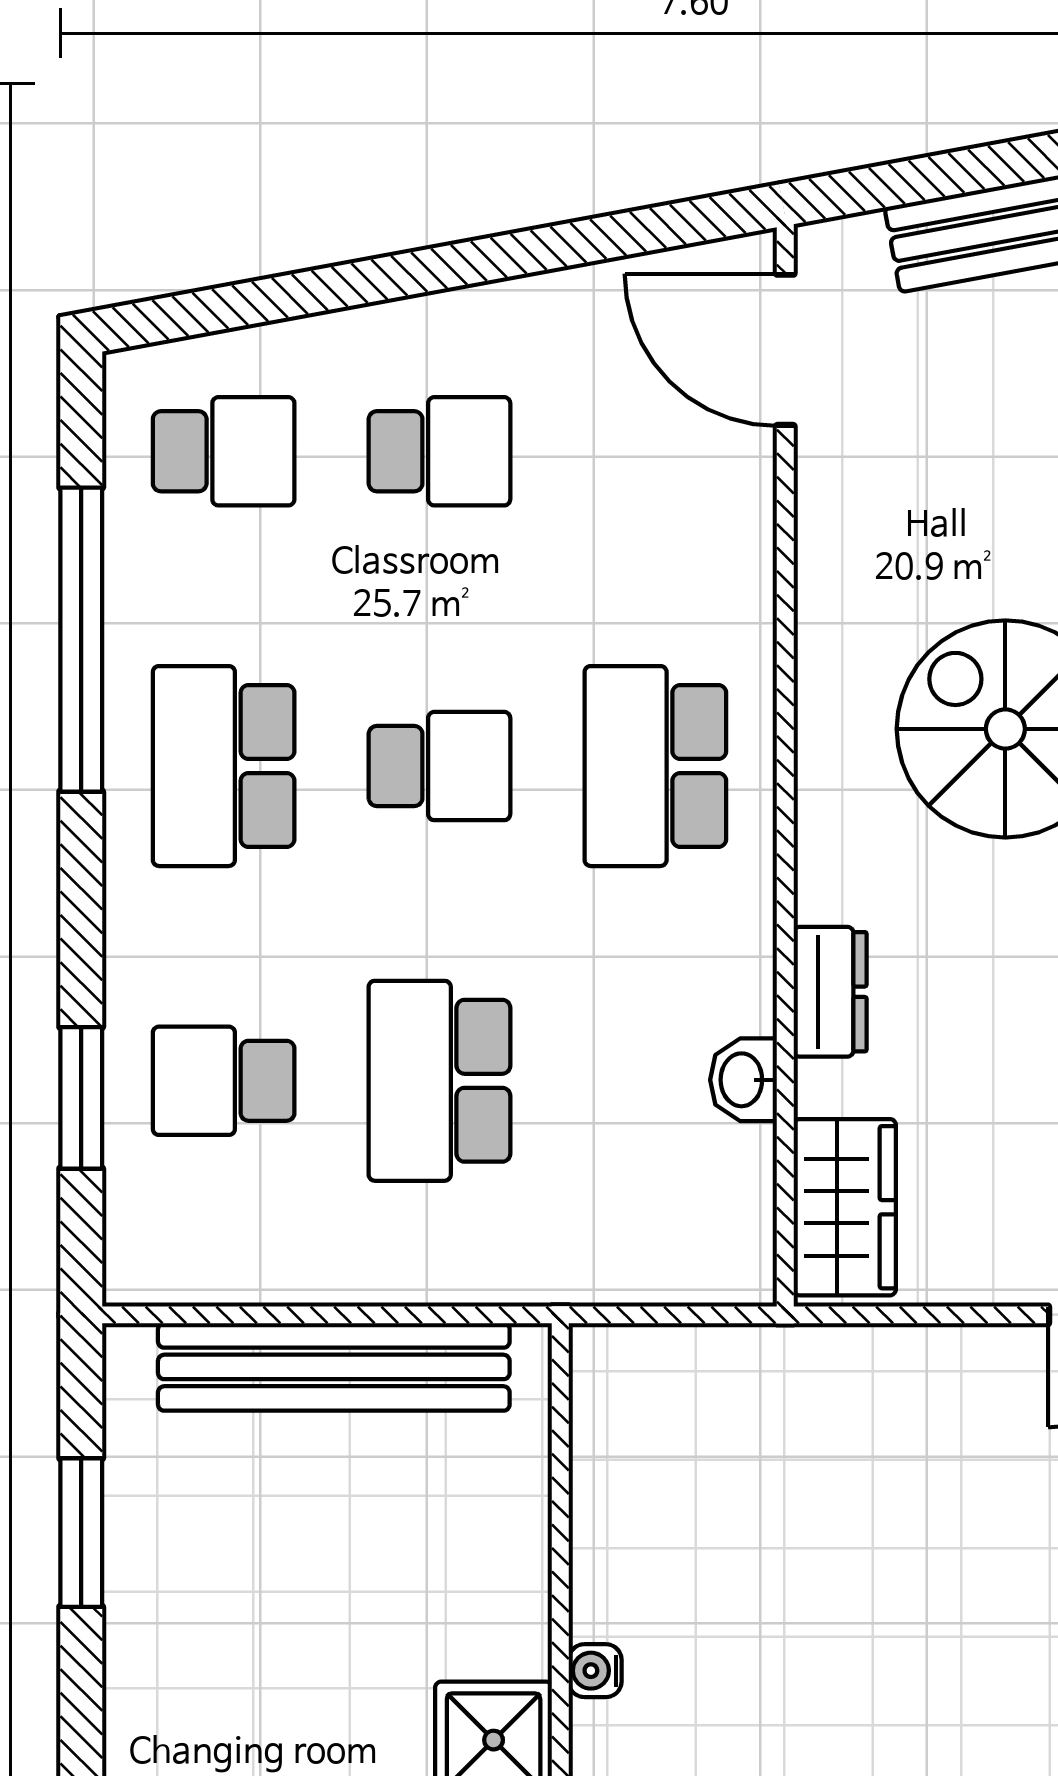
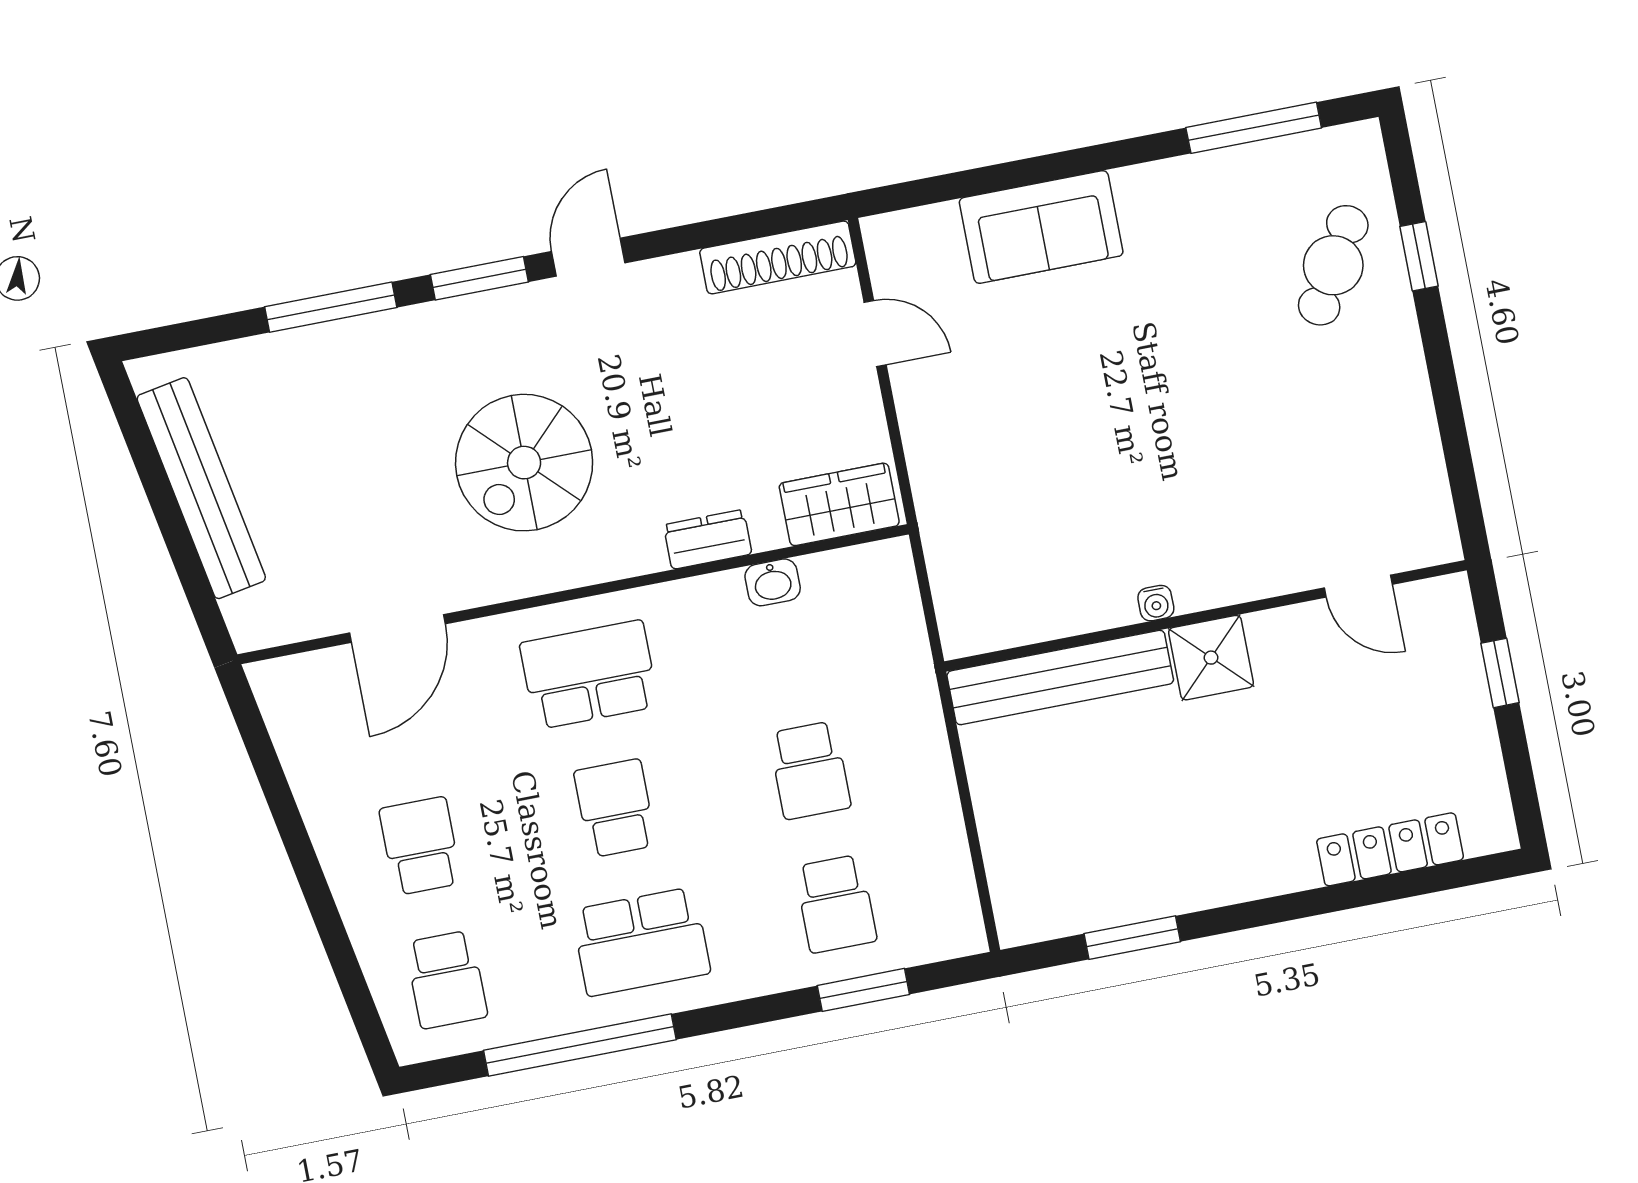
door: (785, 350) -> (397, 628), moved
school desk: (224, 451) -> (446, 980), turned 180
school desk: (655, 766) -> (589, 675), turned 180
school desk: (439, 1081) -> (810, 770), width x0.54
bench: (334, 1367) -> (1060, 677), moved, turned 90

